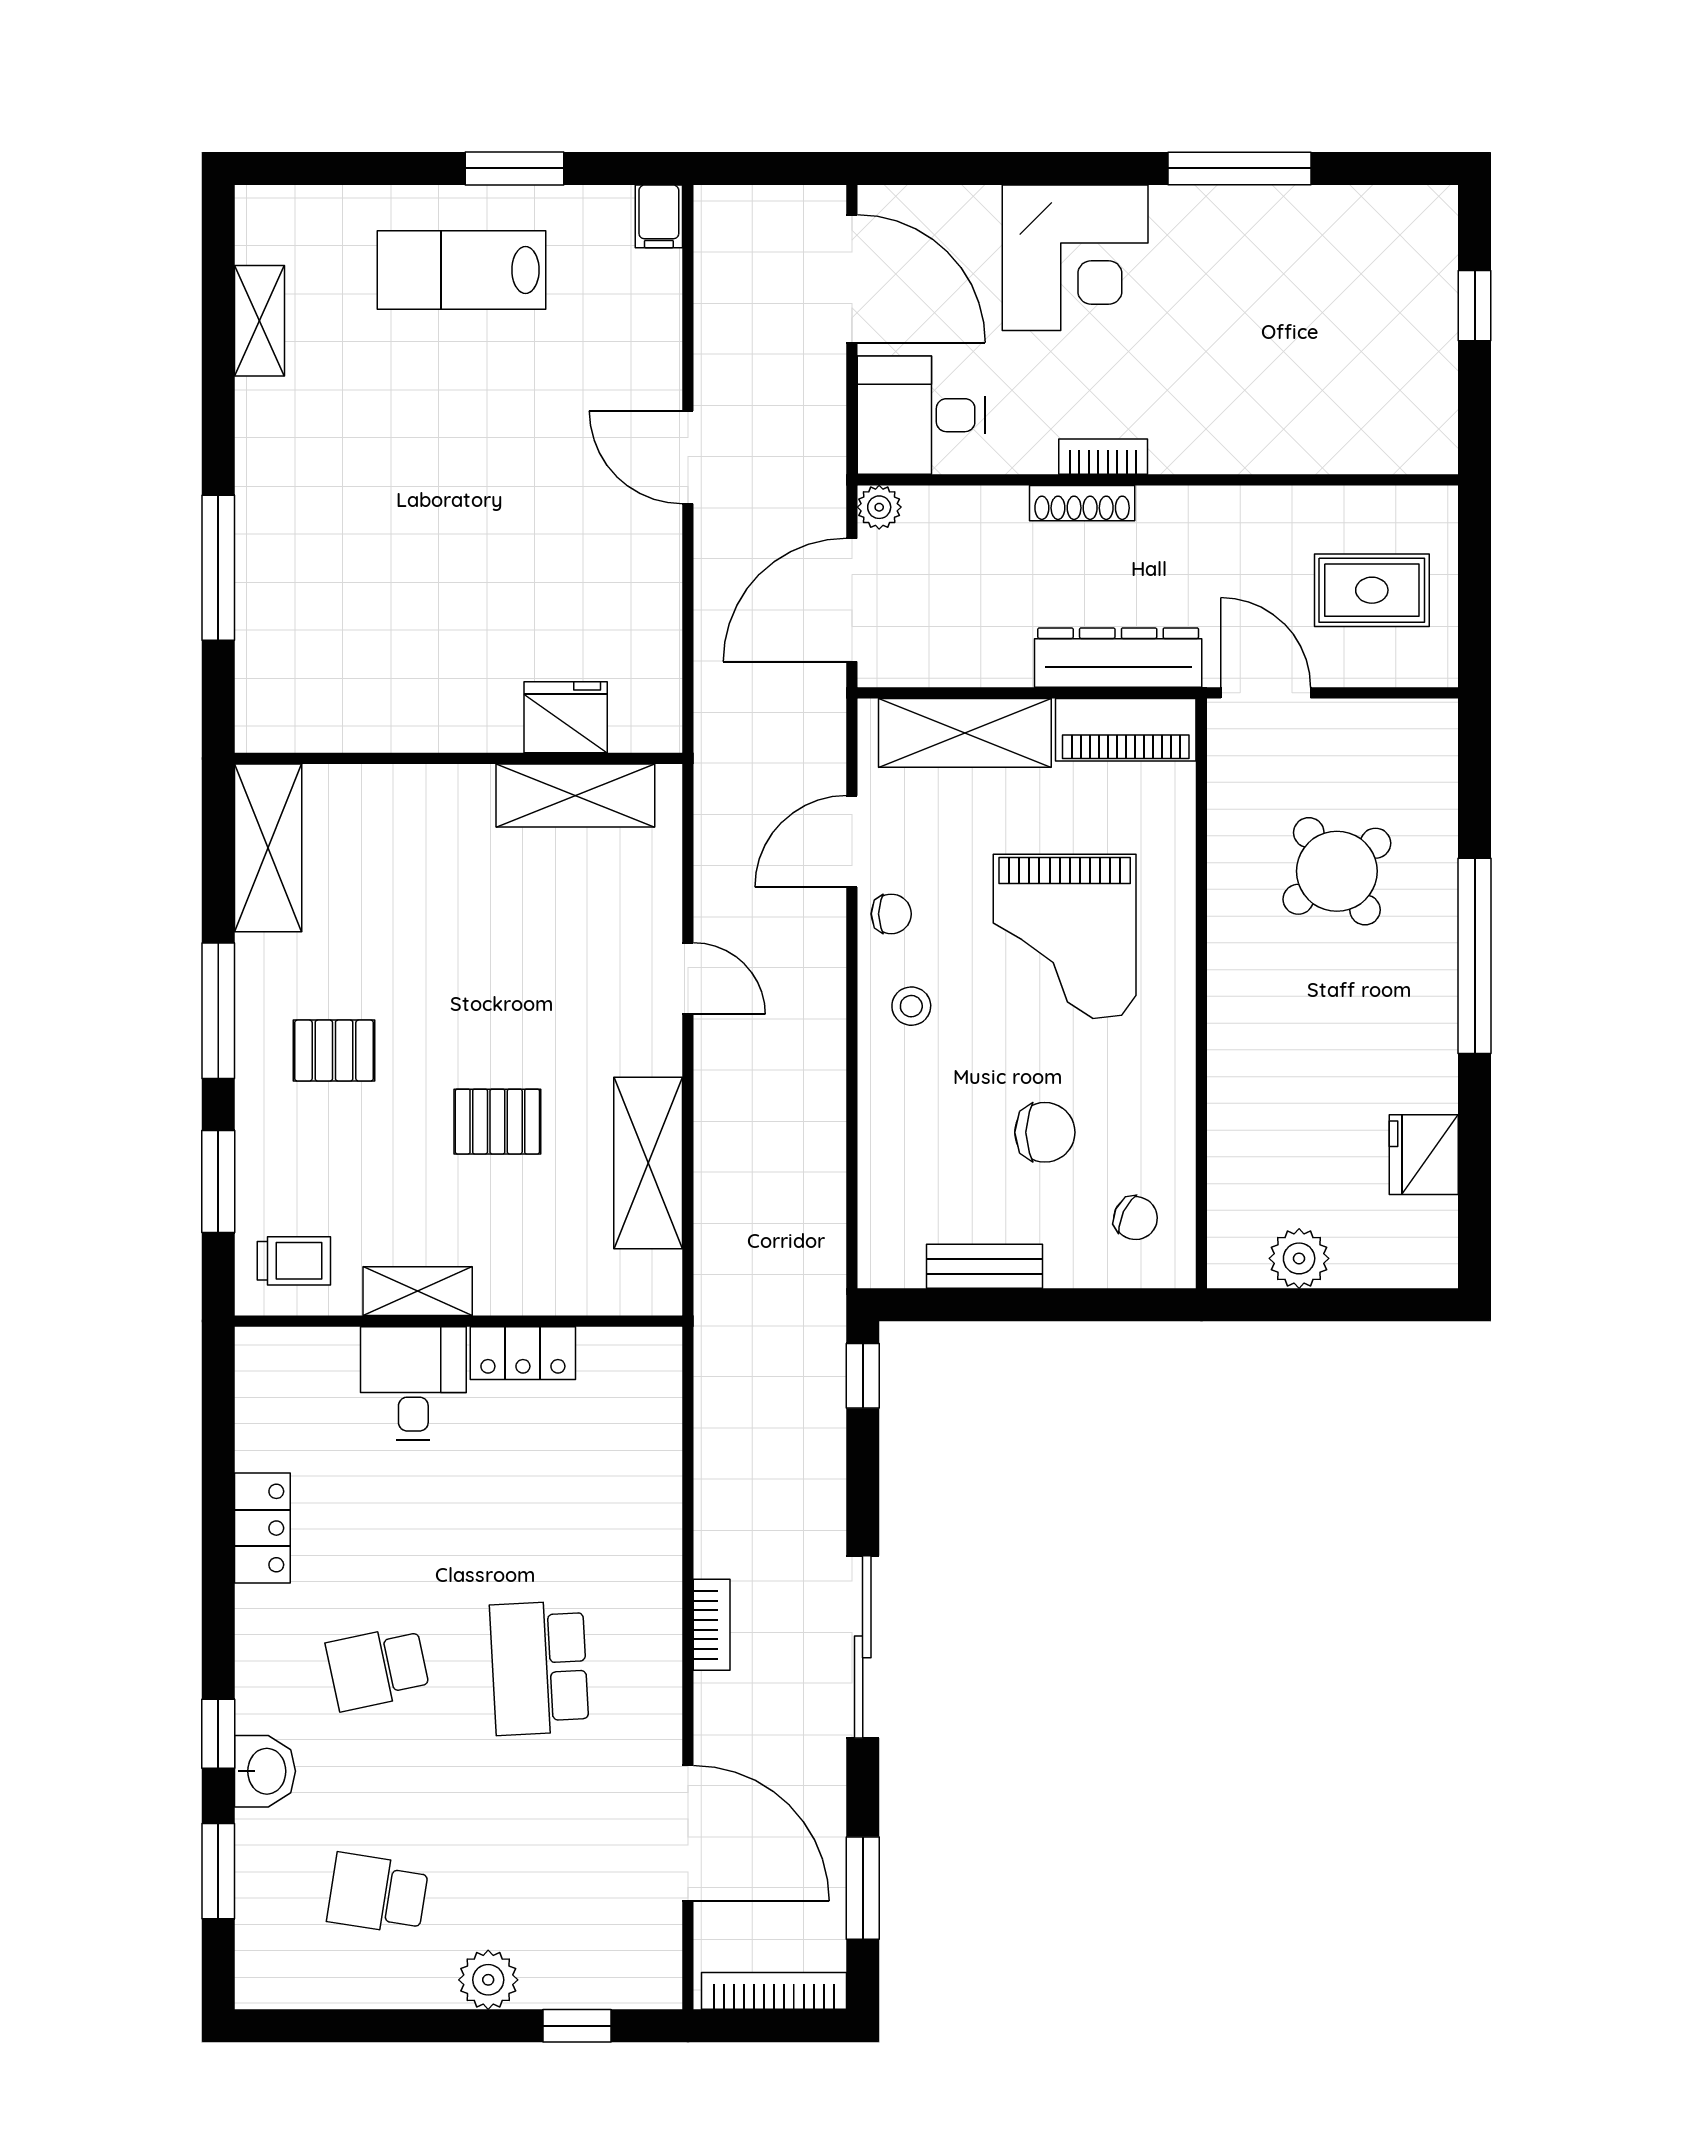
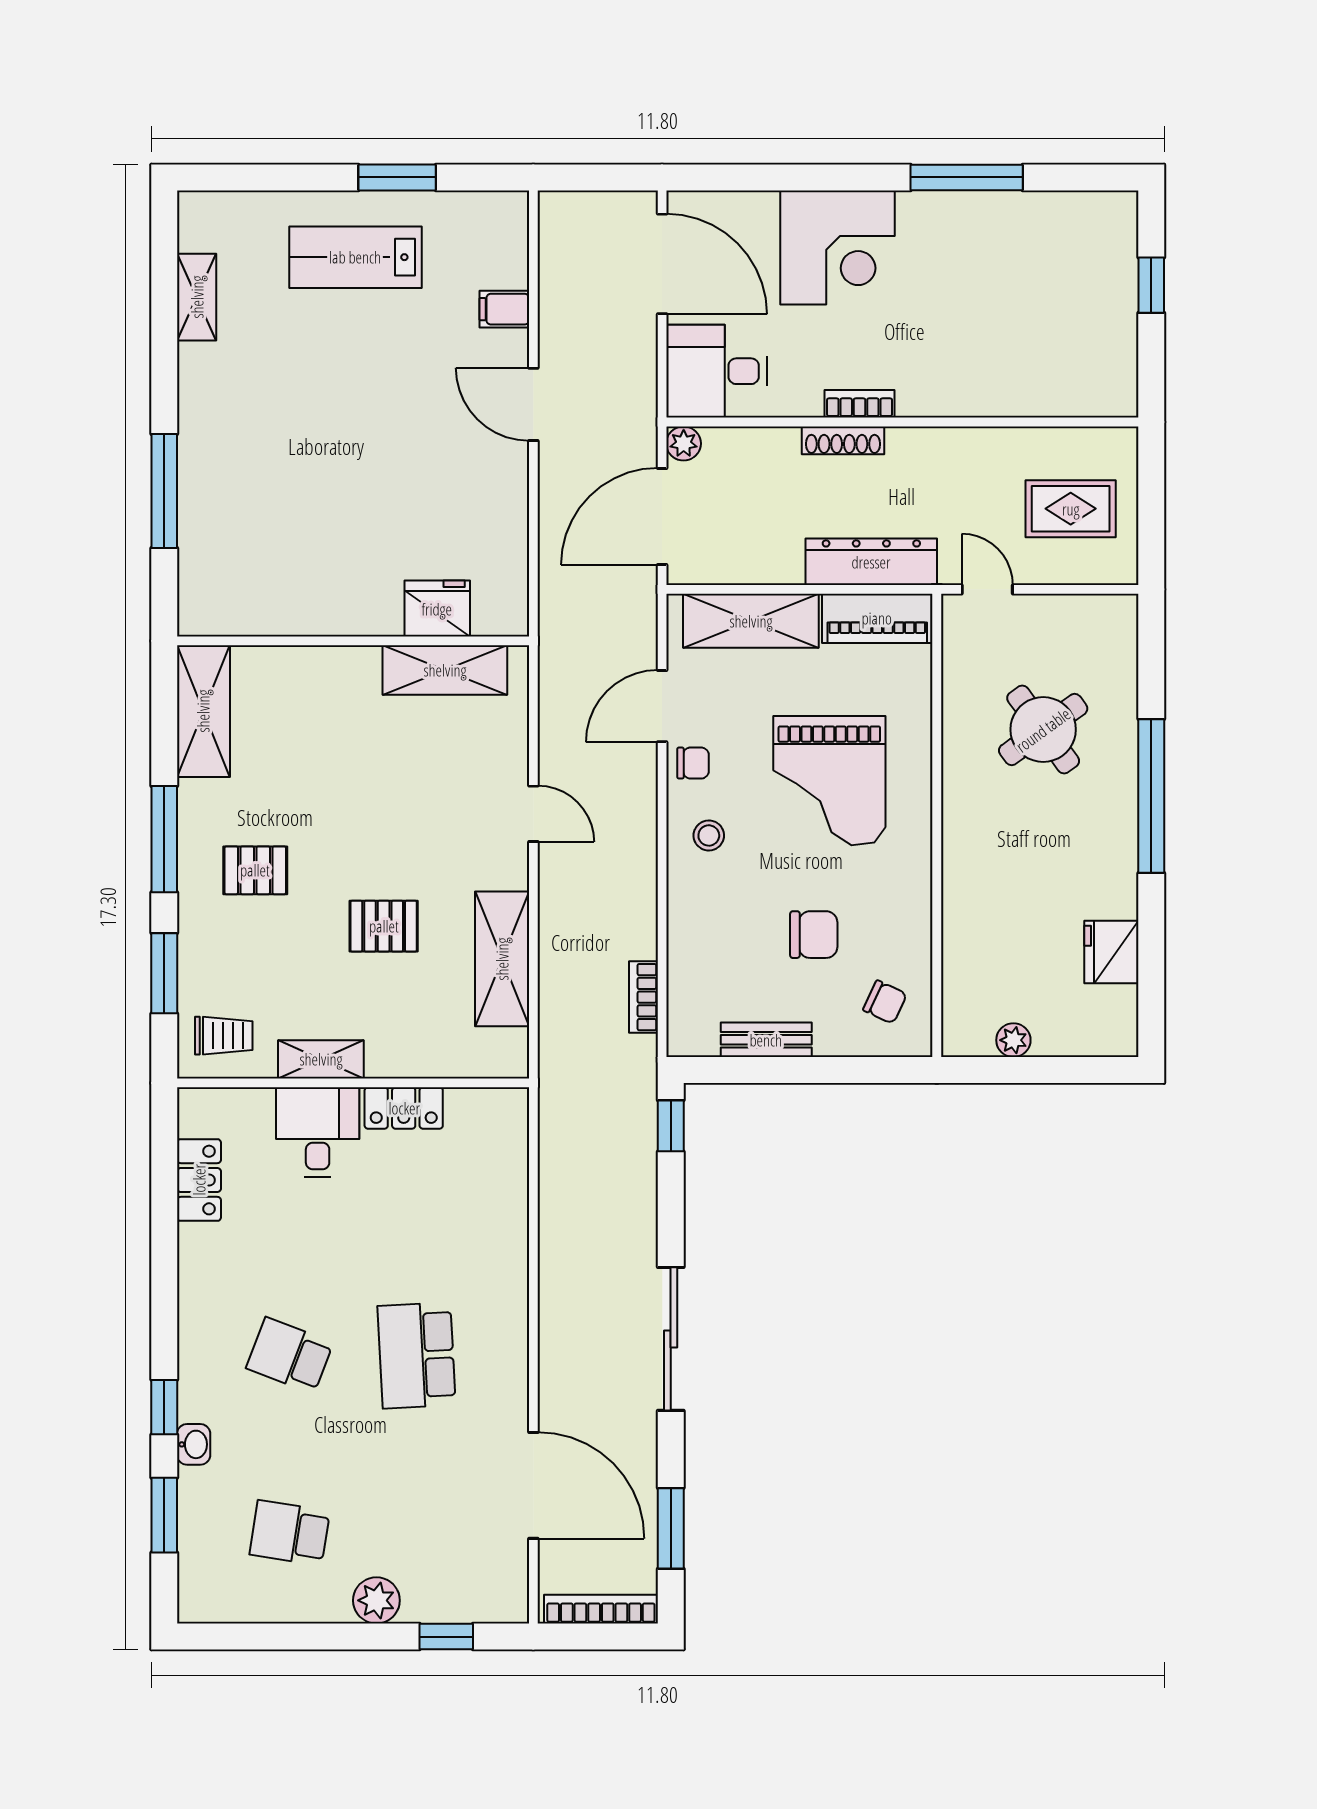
filing cabinet: (659, 216) -> (504, 309), moved, turned 90
door: (1266, 693) -> (987, 589), width x0.73
plant: (1299, 1258) -> (1013, 1040), width x0.73, depth x0.73
locker: (262, 1528) -> (199, 1180), moved
bookcase: (712, 1625) -> (643, 997), moved, turned 180
school desk: (378, 1668) -> (290, 1355), turned 33
washbasin: (265, 1771) -> (194, 1444), width x0.72, depth x0.69

